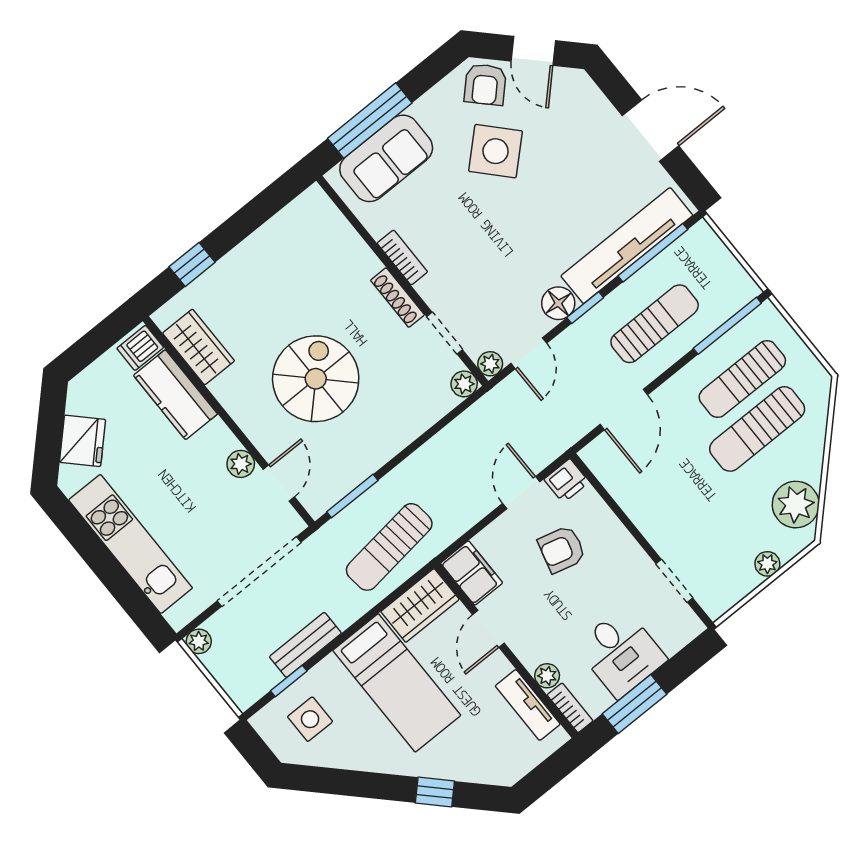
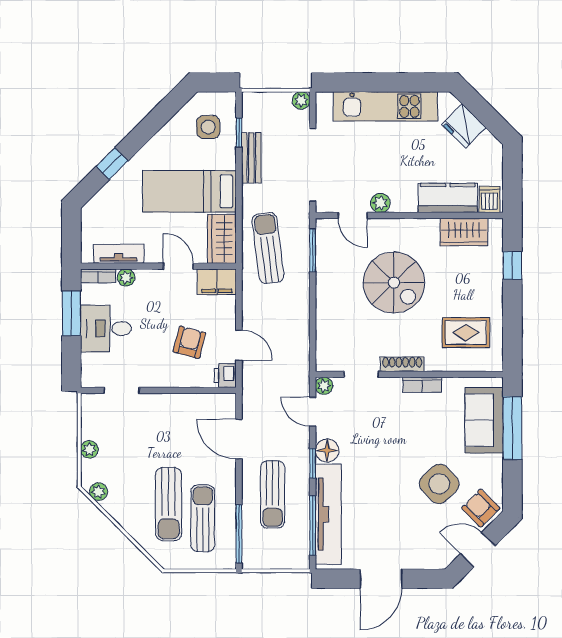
rug: (307, 256) -> (466, 333), added
plant: (464, 384) -> (325, 362), removed
sun lounger: (757, 429) -> (169, 504), turned 180
plant: (796, 505) -> (99, 492), width x0.53, depth x0.53

